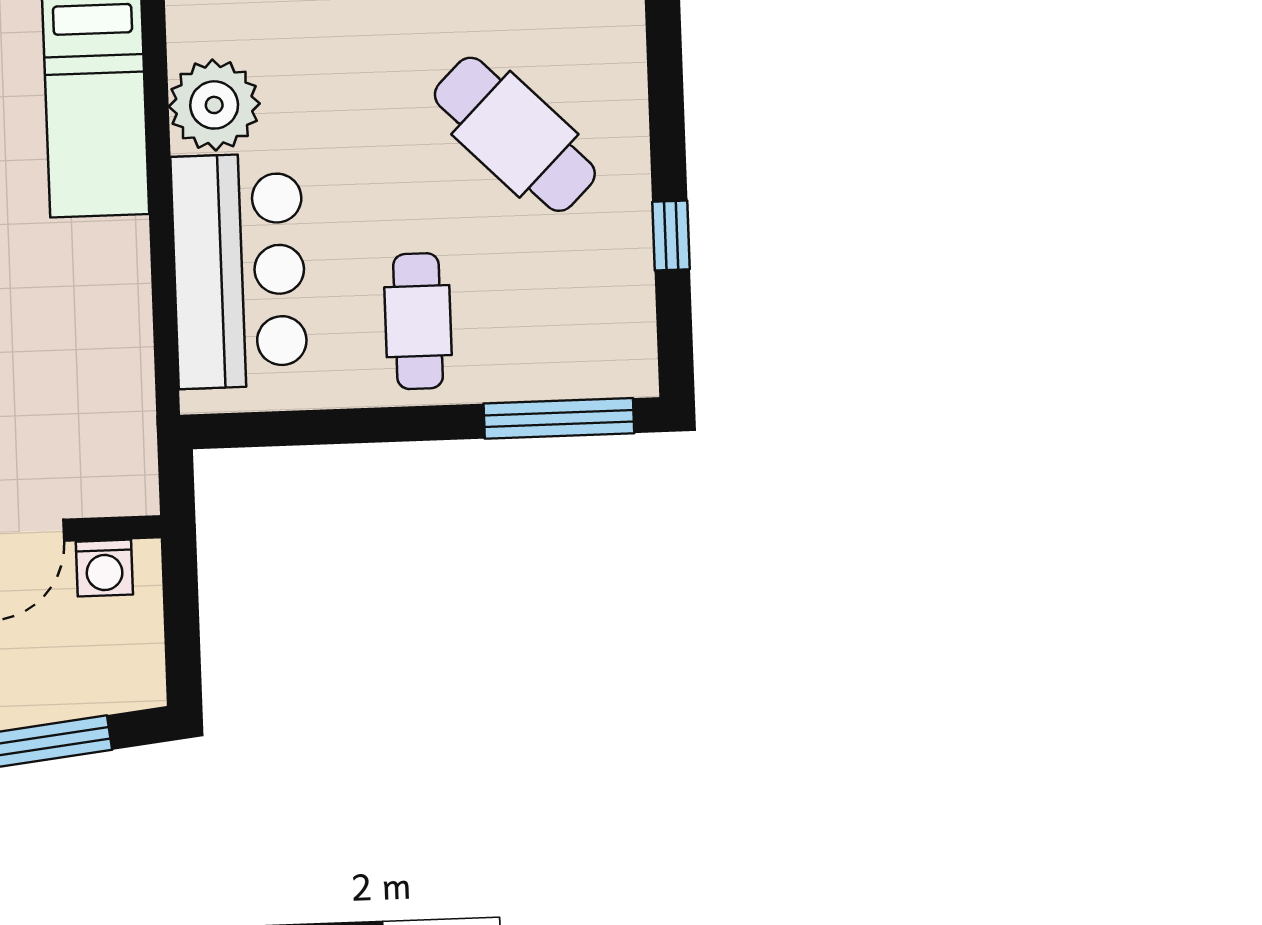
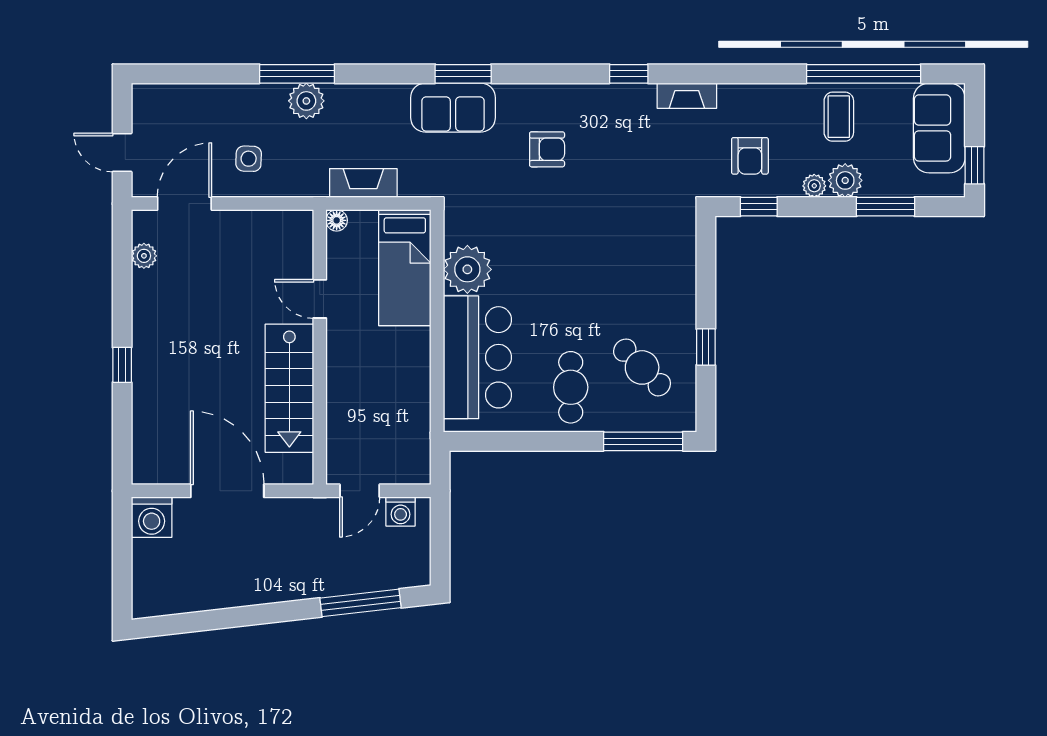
cafe table: (515, 134) -> (642, 367), moved, width x0.73, depth x0.74

